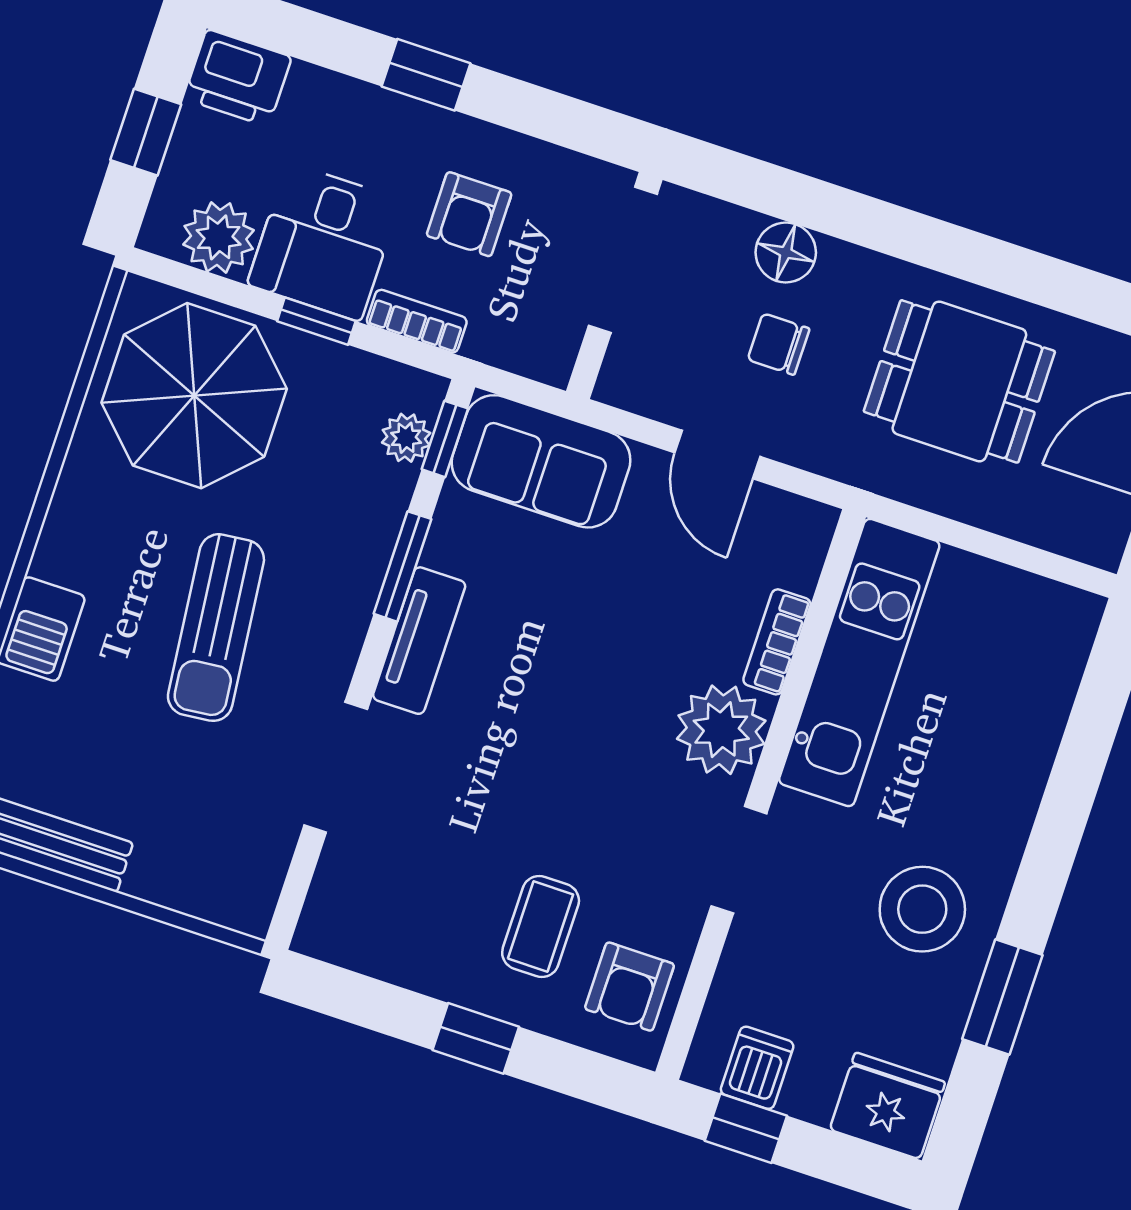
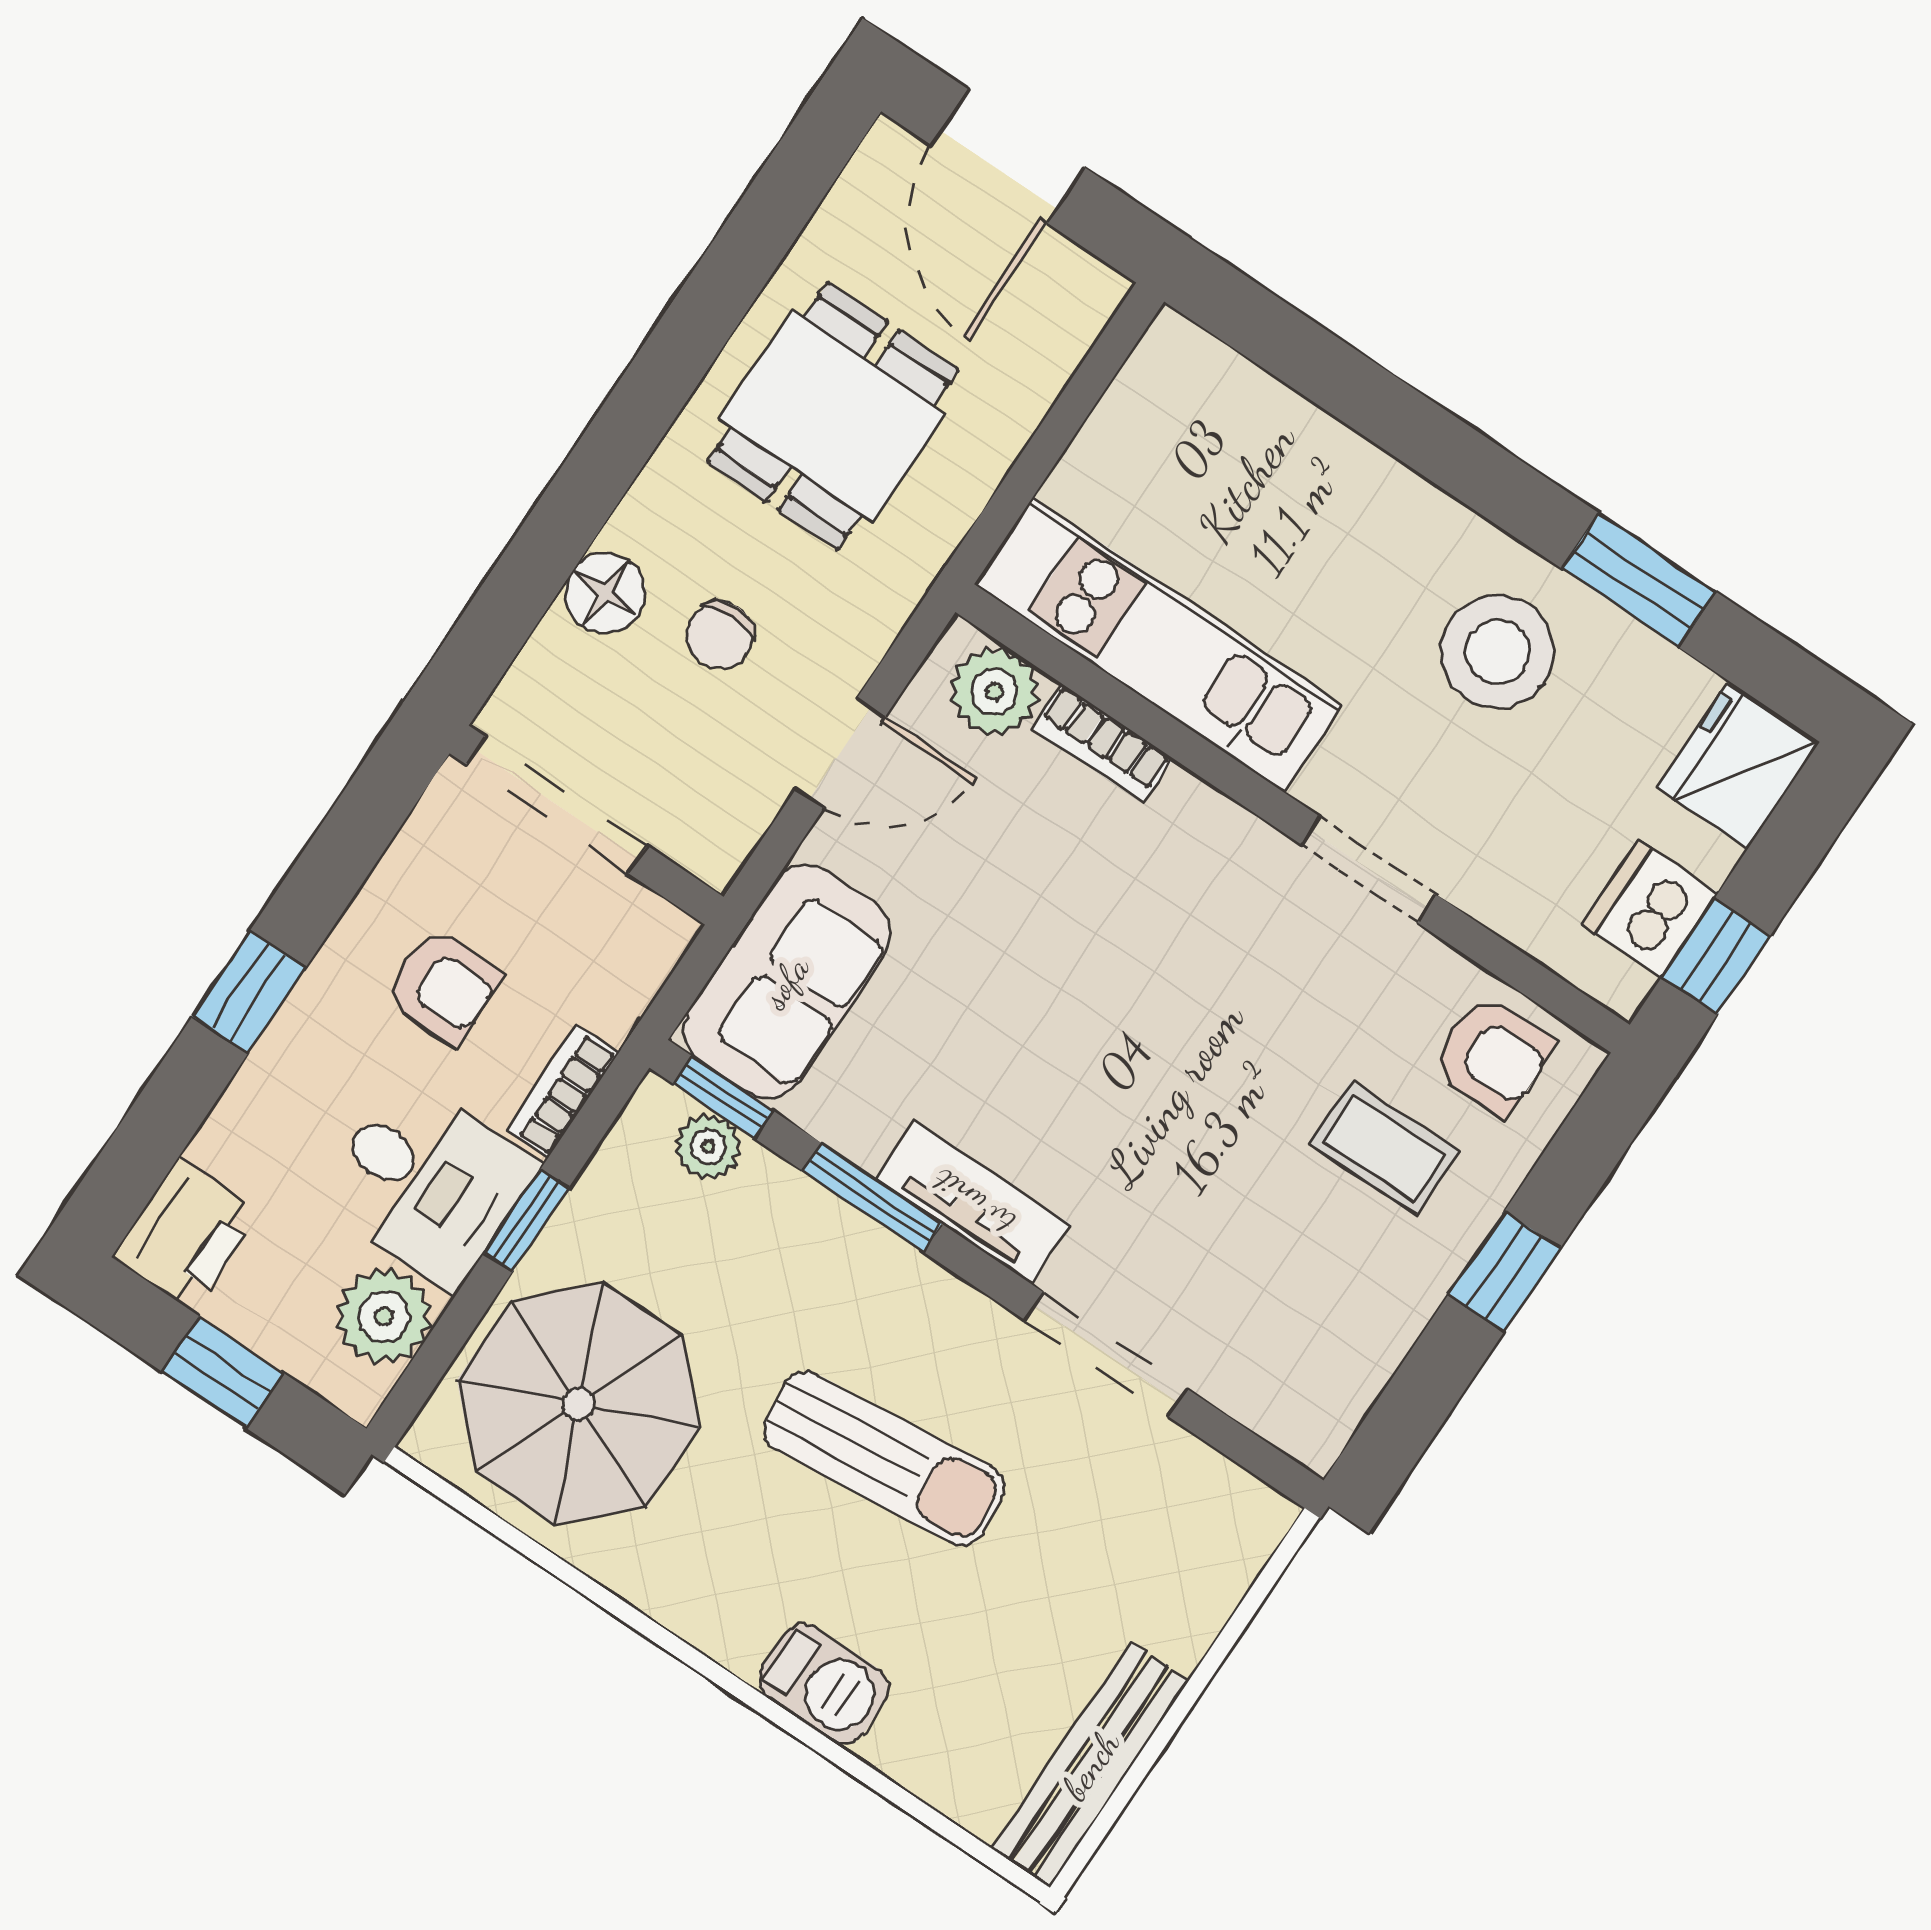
plant: (721, 730) -> (994, 691), moved, width x0.73, depth x0.73
dishwasher: (757, 1068) -> (1650, 909), width x1.38

